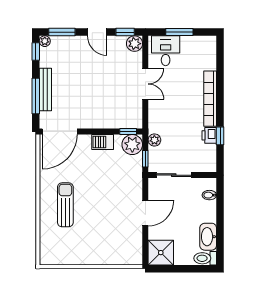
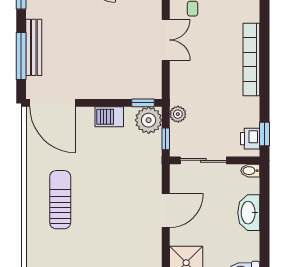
door: (60, 132) -> (53, 103), hinge flipped
printer: (209, 135) -> (250, 139), moved
window: (220, 136) -> (264, 134), moved
bidet: (209, 195) -> (250, 171), moved
washbasin: (208, 237) -> (249, 213), moved

